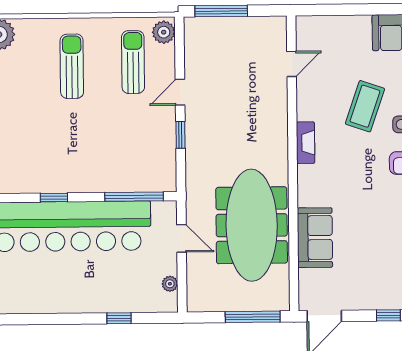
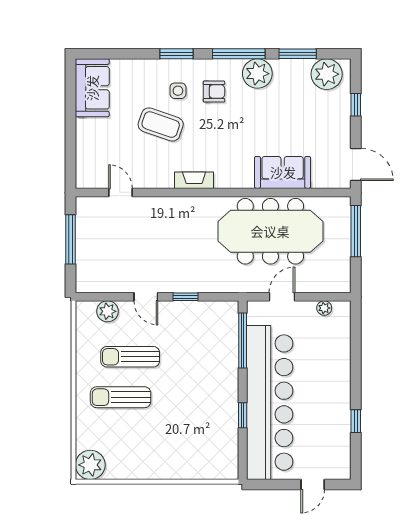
window: (221, 11) -> (71, 239), moved
plant: (164, 32) -> (107, 311), moved
sun lounger: (133, 62) -> (130, 357), moved
window: (119, 318) -> (356, 421), moved

